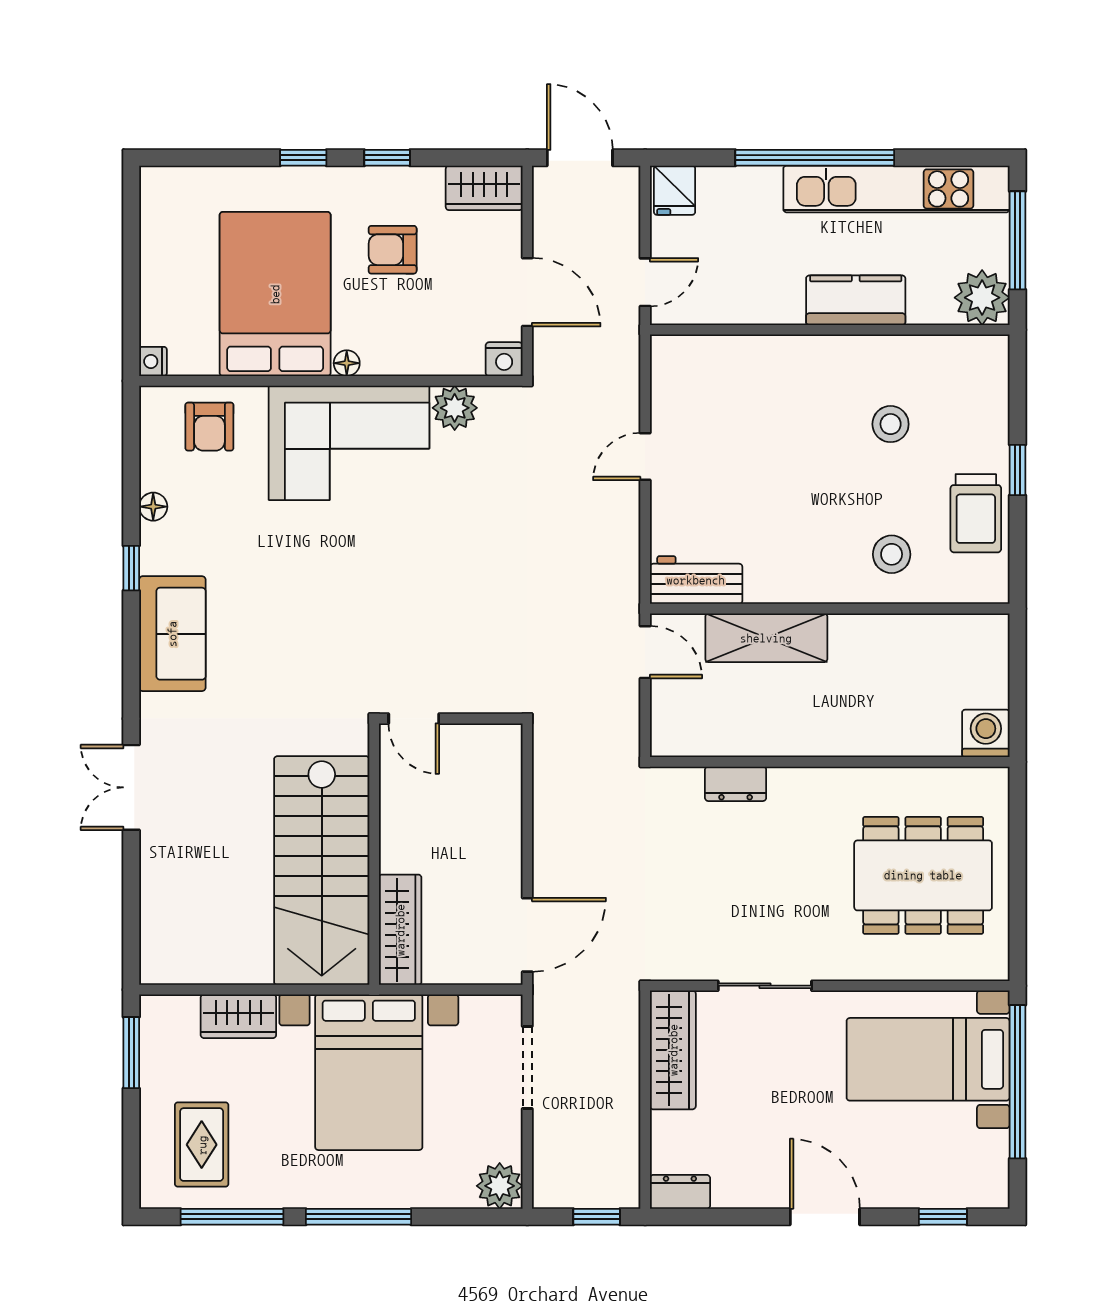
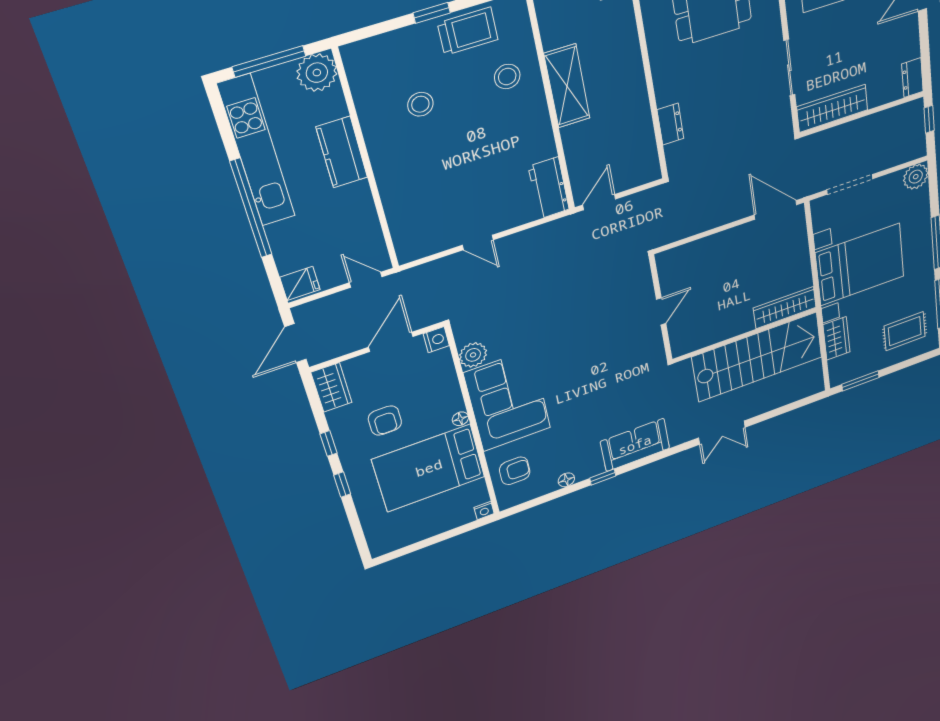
shelving: (766, 638) -> (567, 86), moved
wall: (374, 854) -> (745, 335), moved
stairs: (322, 871) -> (758, 357), moved
wardrobe: (400, 930) -> (785, 308), moved

